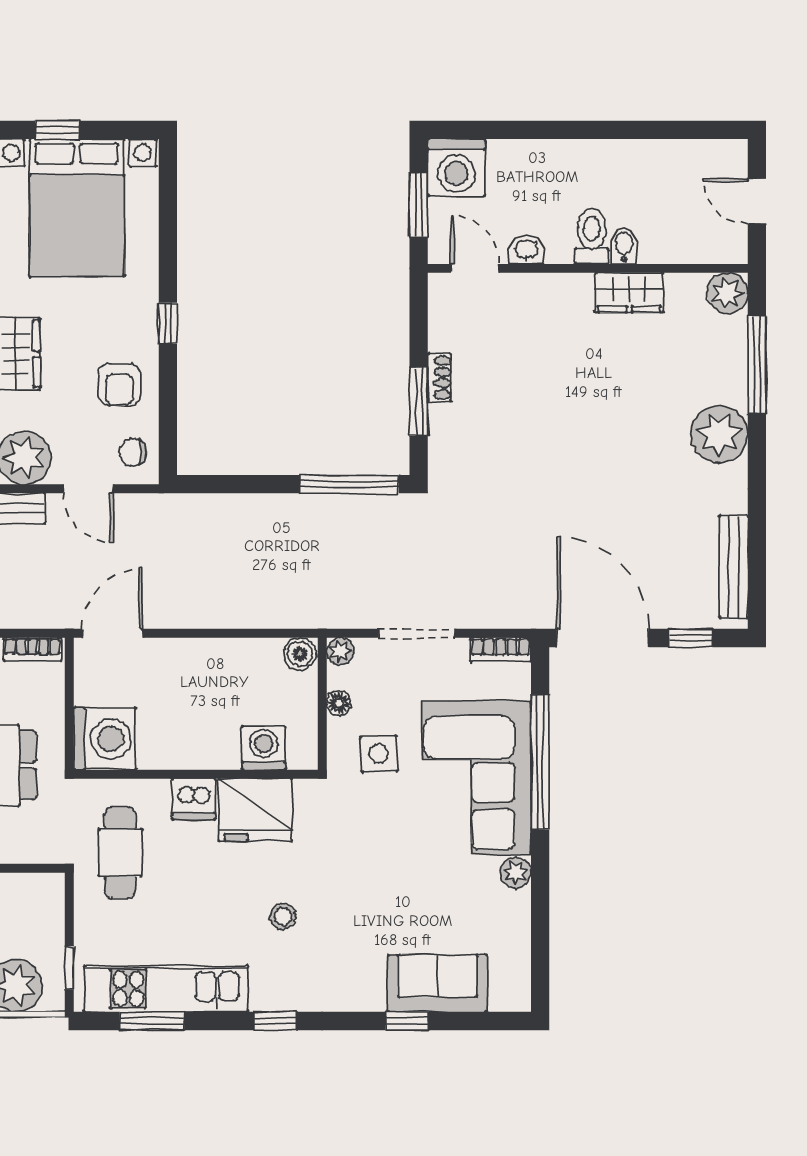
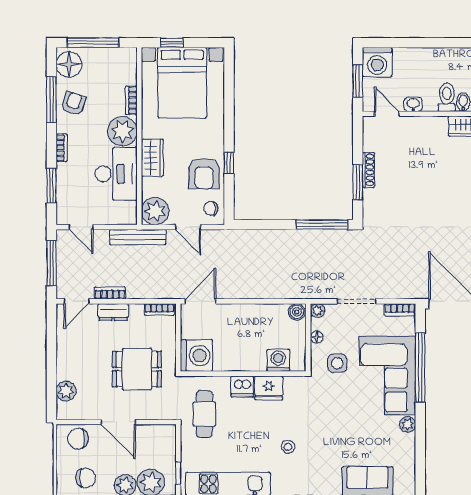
window: (168, 323) -> (229, 163), moved
shoe rack: (439, 378) -> (368, 170), width x1.43
armchair: (119, 385) -> (204, 173), width x1.38, depth x1.38
fridge: (255, 810) -> (269, 388), width x0.73, depth x0.75

